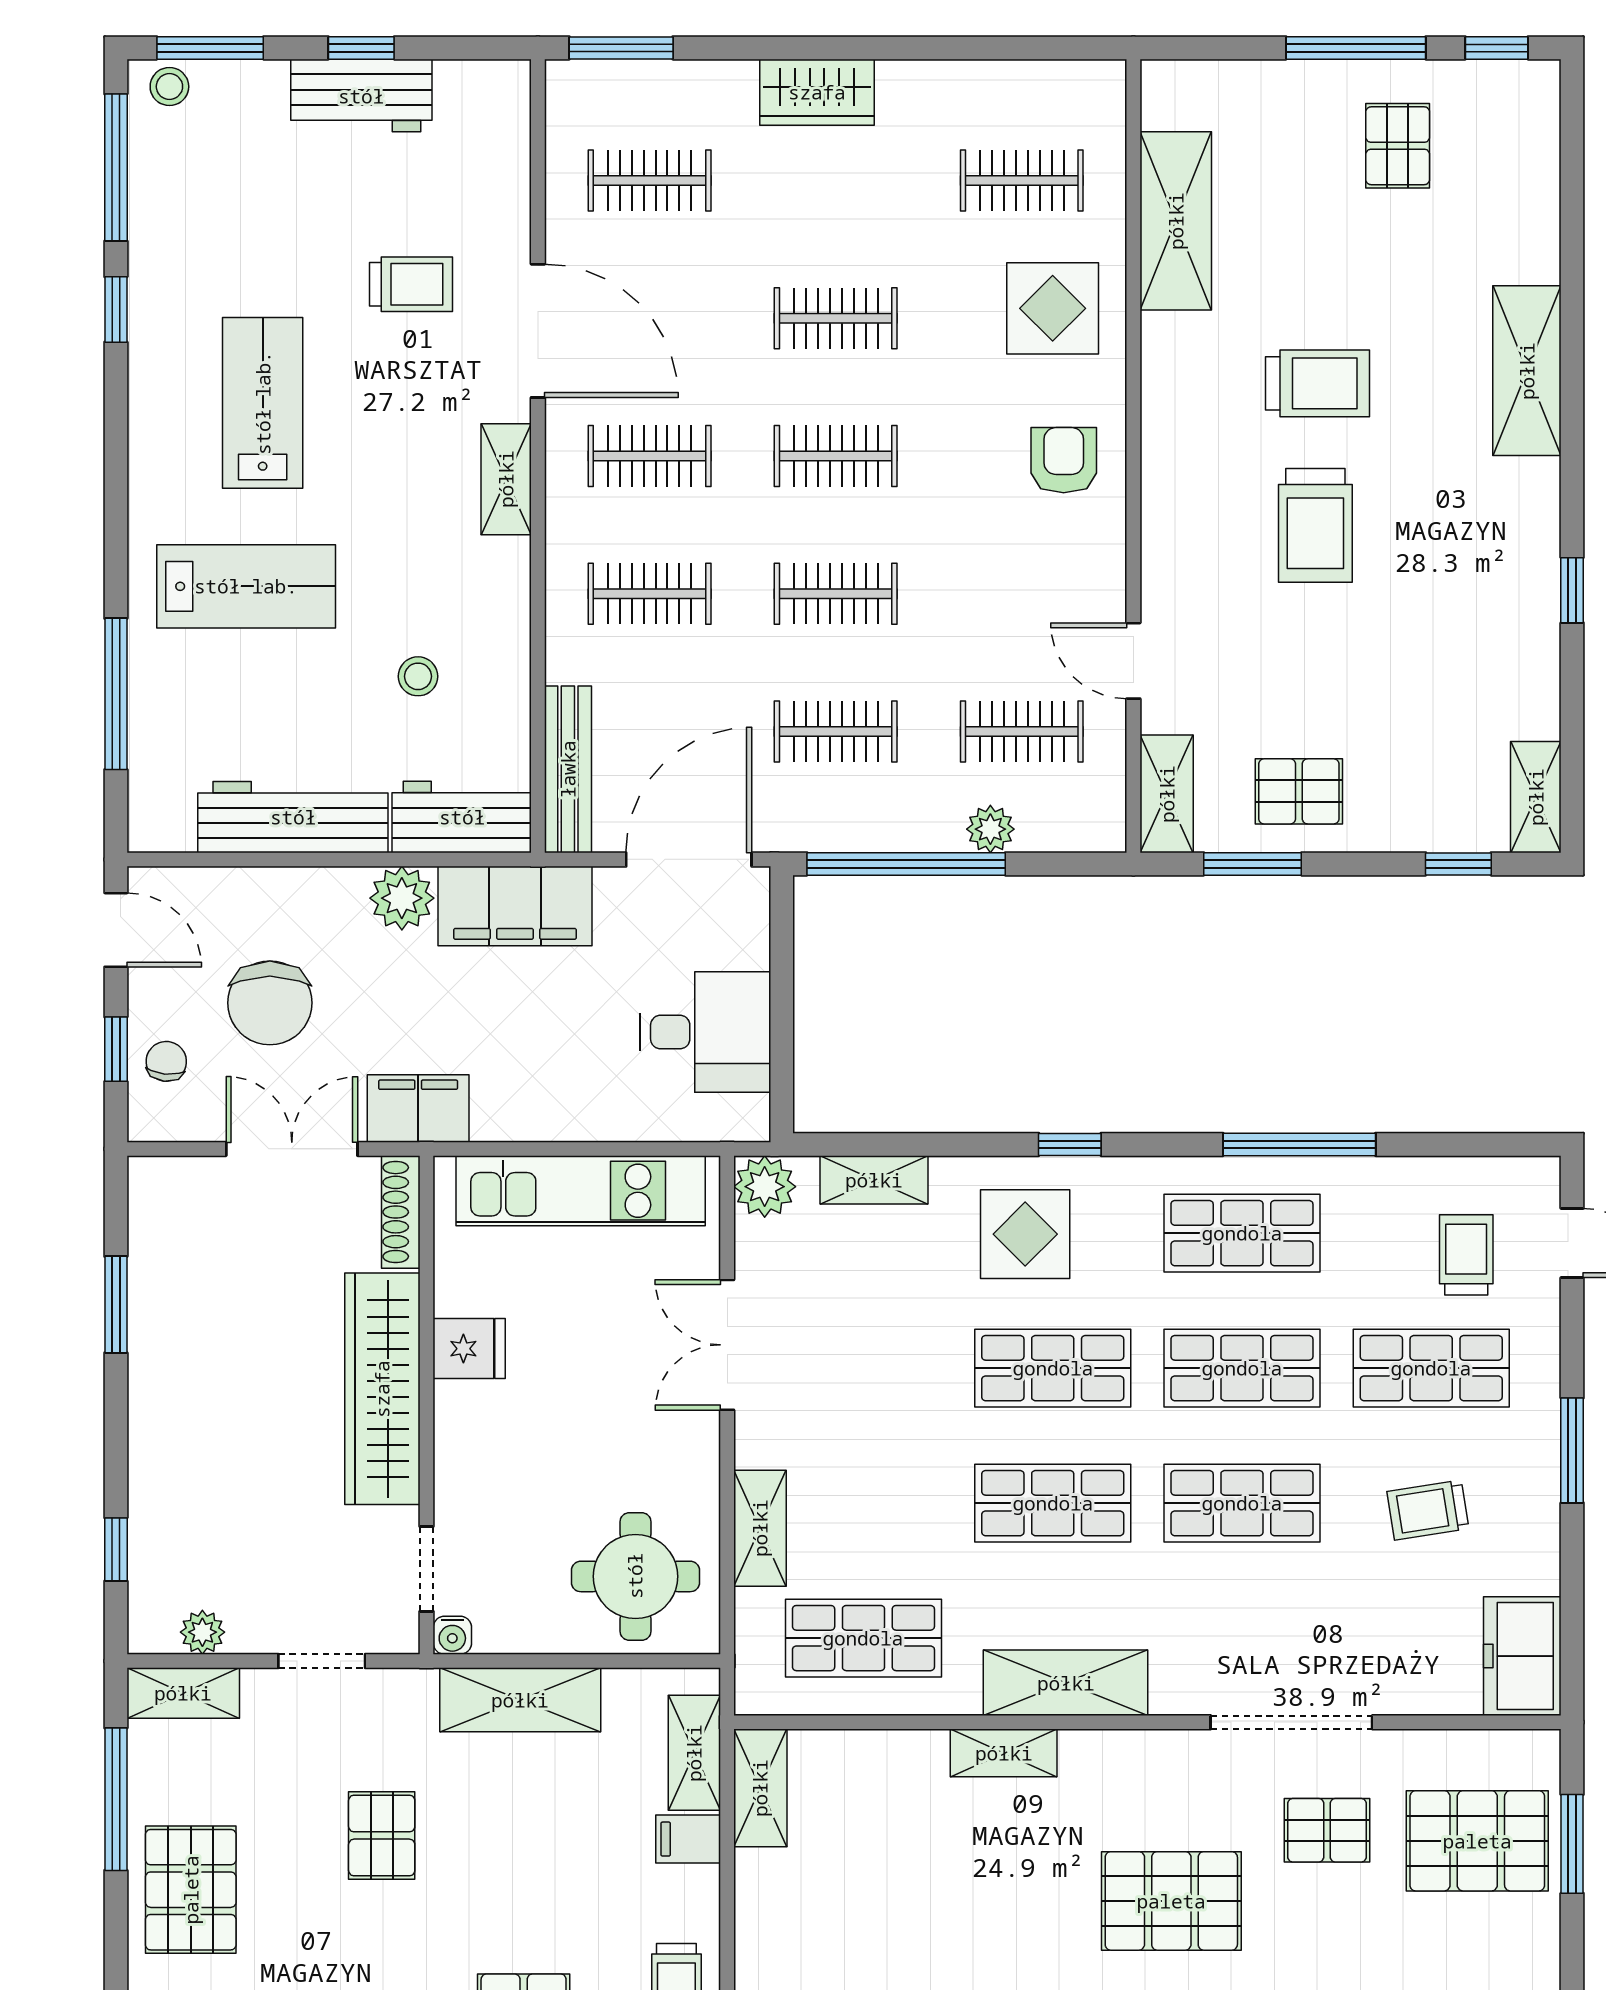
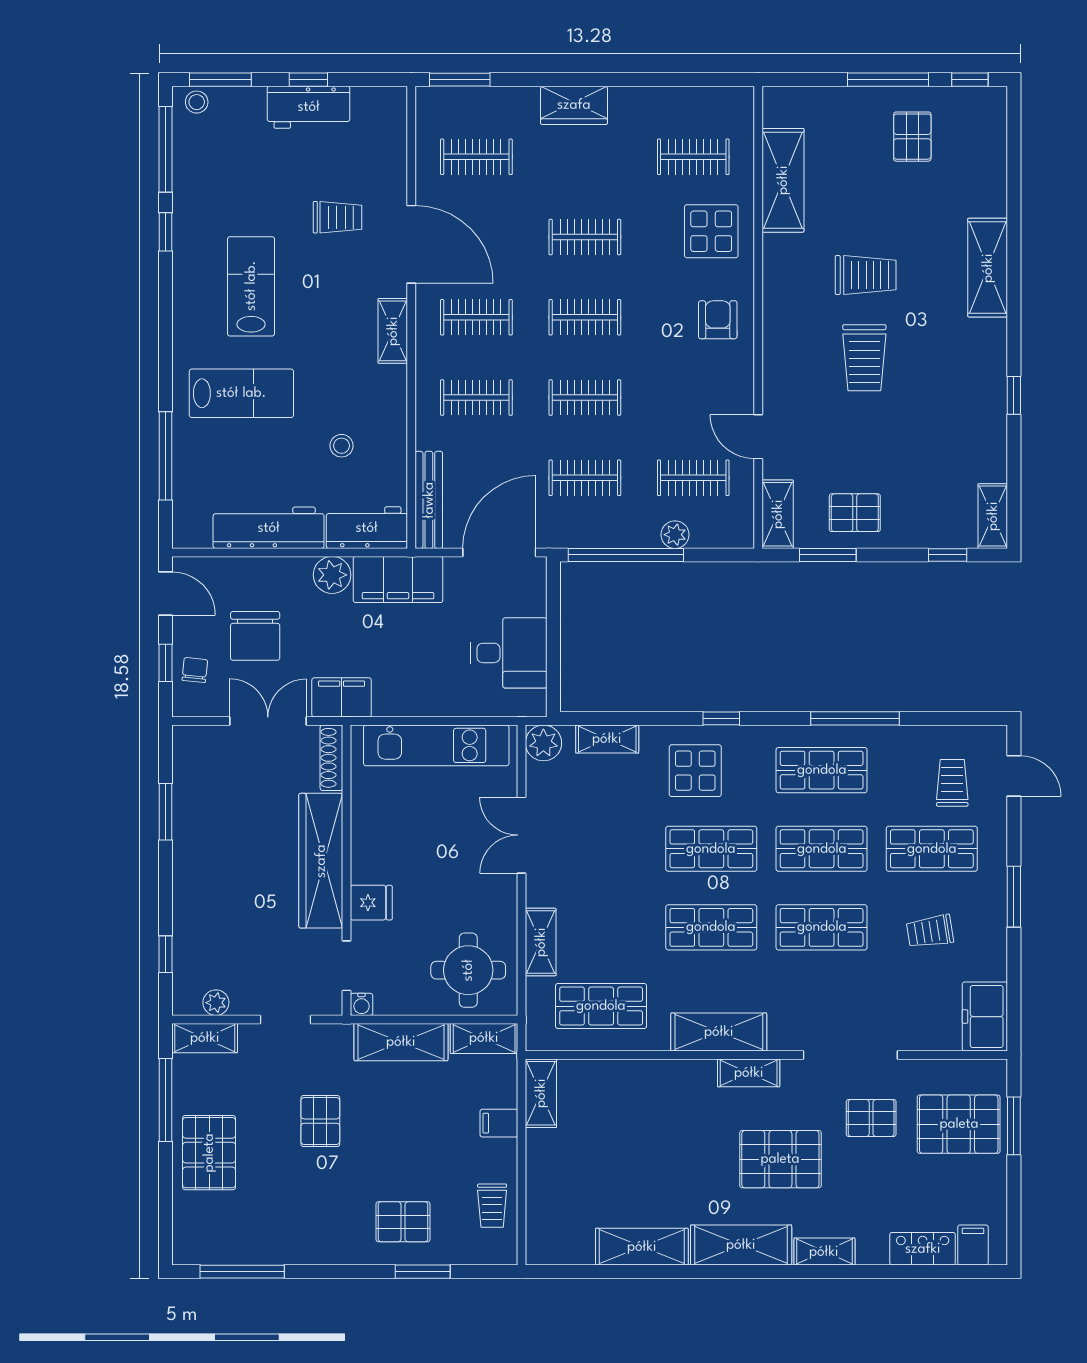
fridge: (469, 1349) -> (371, 903), moved
shelving: (694, 1753) -> (484, 1038), moved, turned 90
shelving: (1004, 1753) -> (749, 1073), moved

